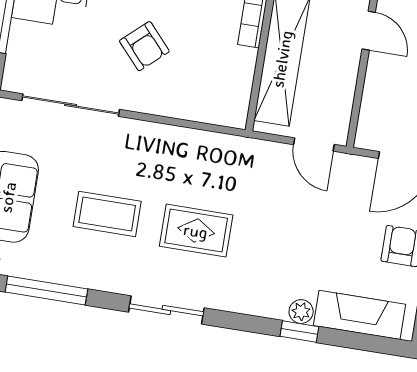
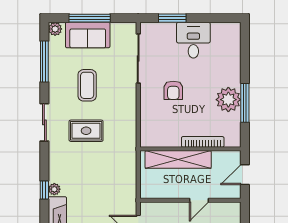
armchair: (144, 46) -> (173, 90), turned -48
door: (314, 144) -> (138, 182), removed
rug: (196, 231) -> (86, 131), turned 90

